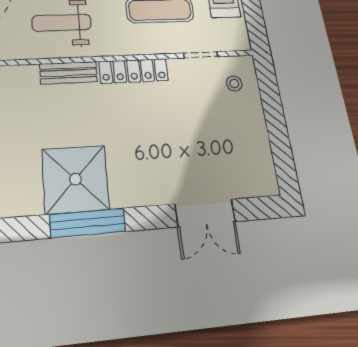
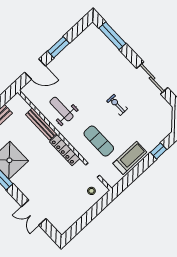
bench: (68, 73) -> (41, 124), width x1.36

